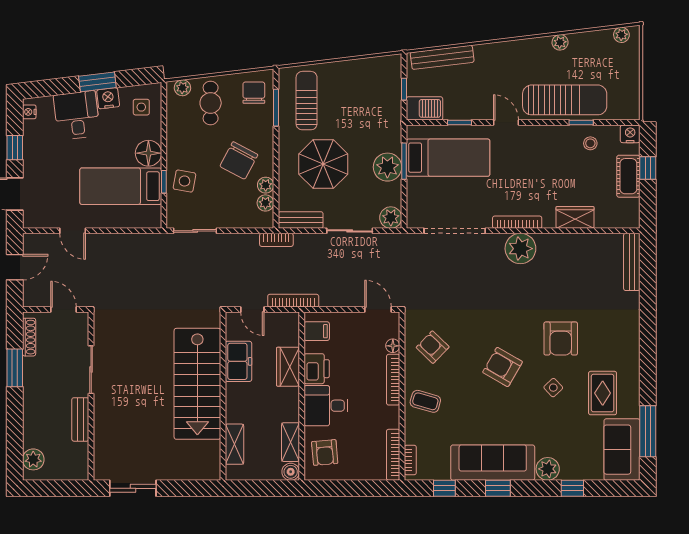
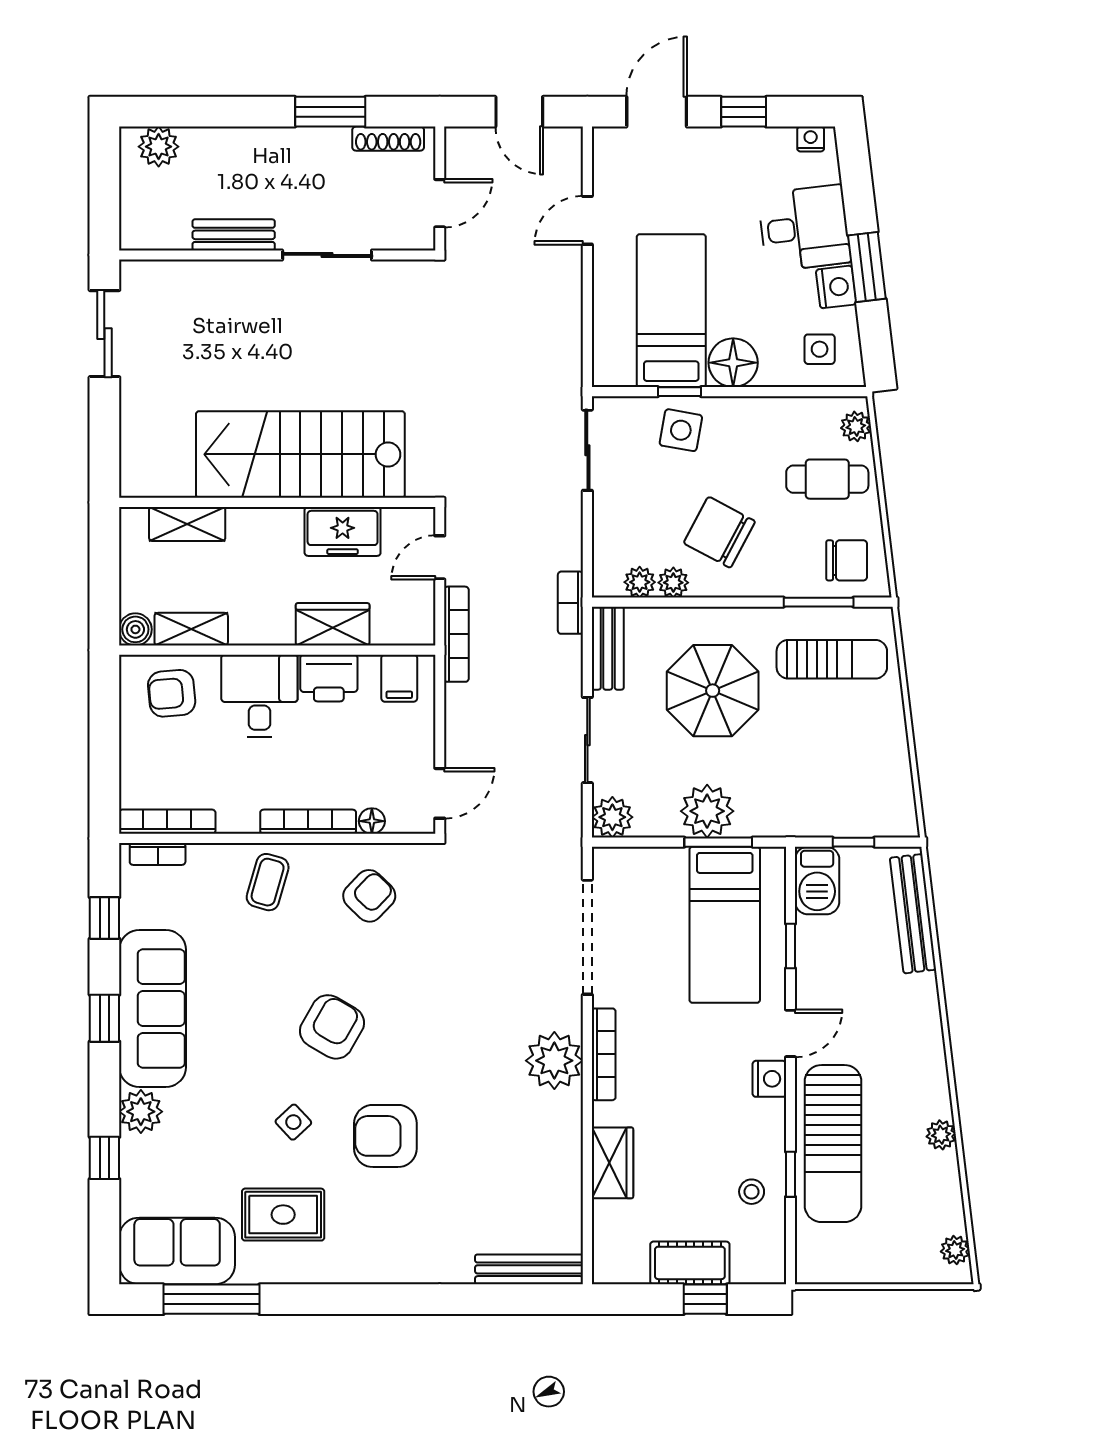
nightstand: (630, 134) -> (769, 1079), moved

